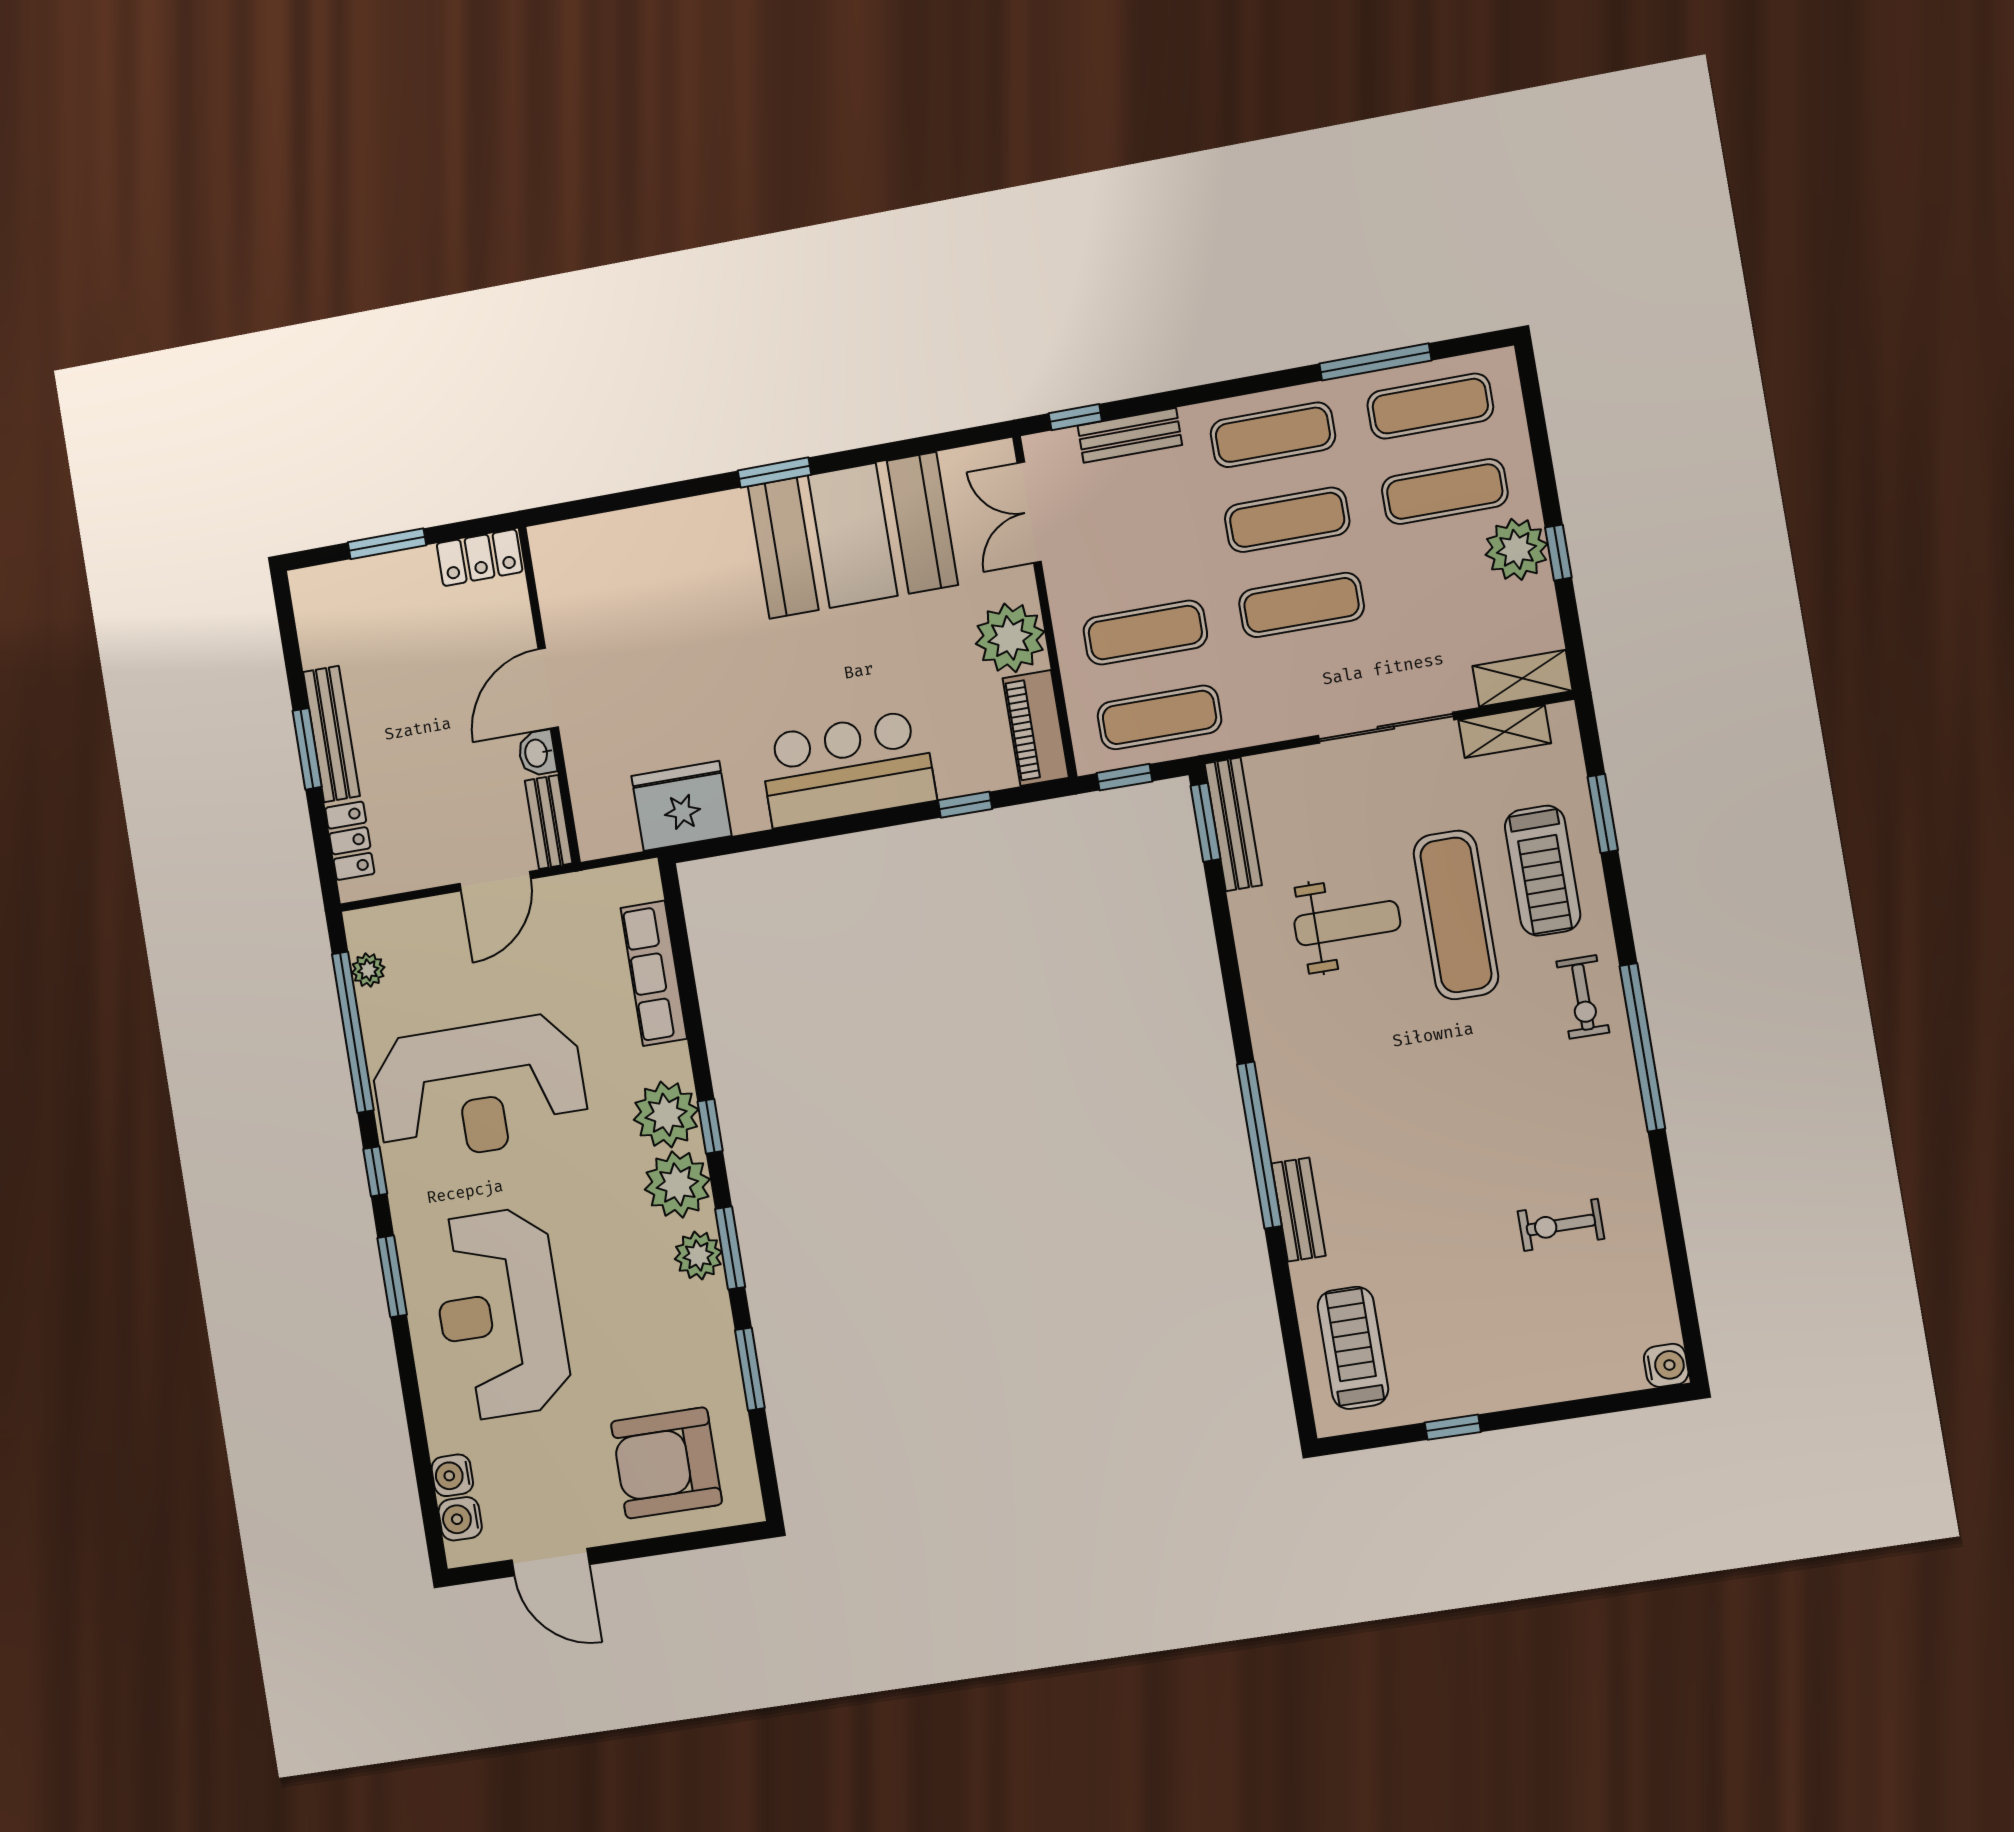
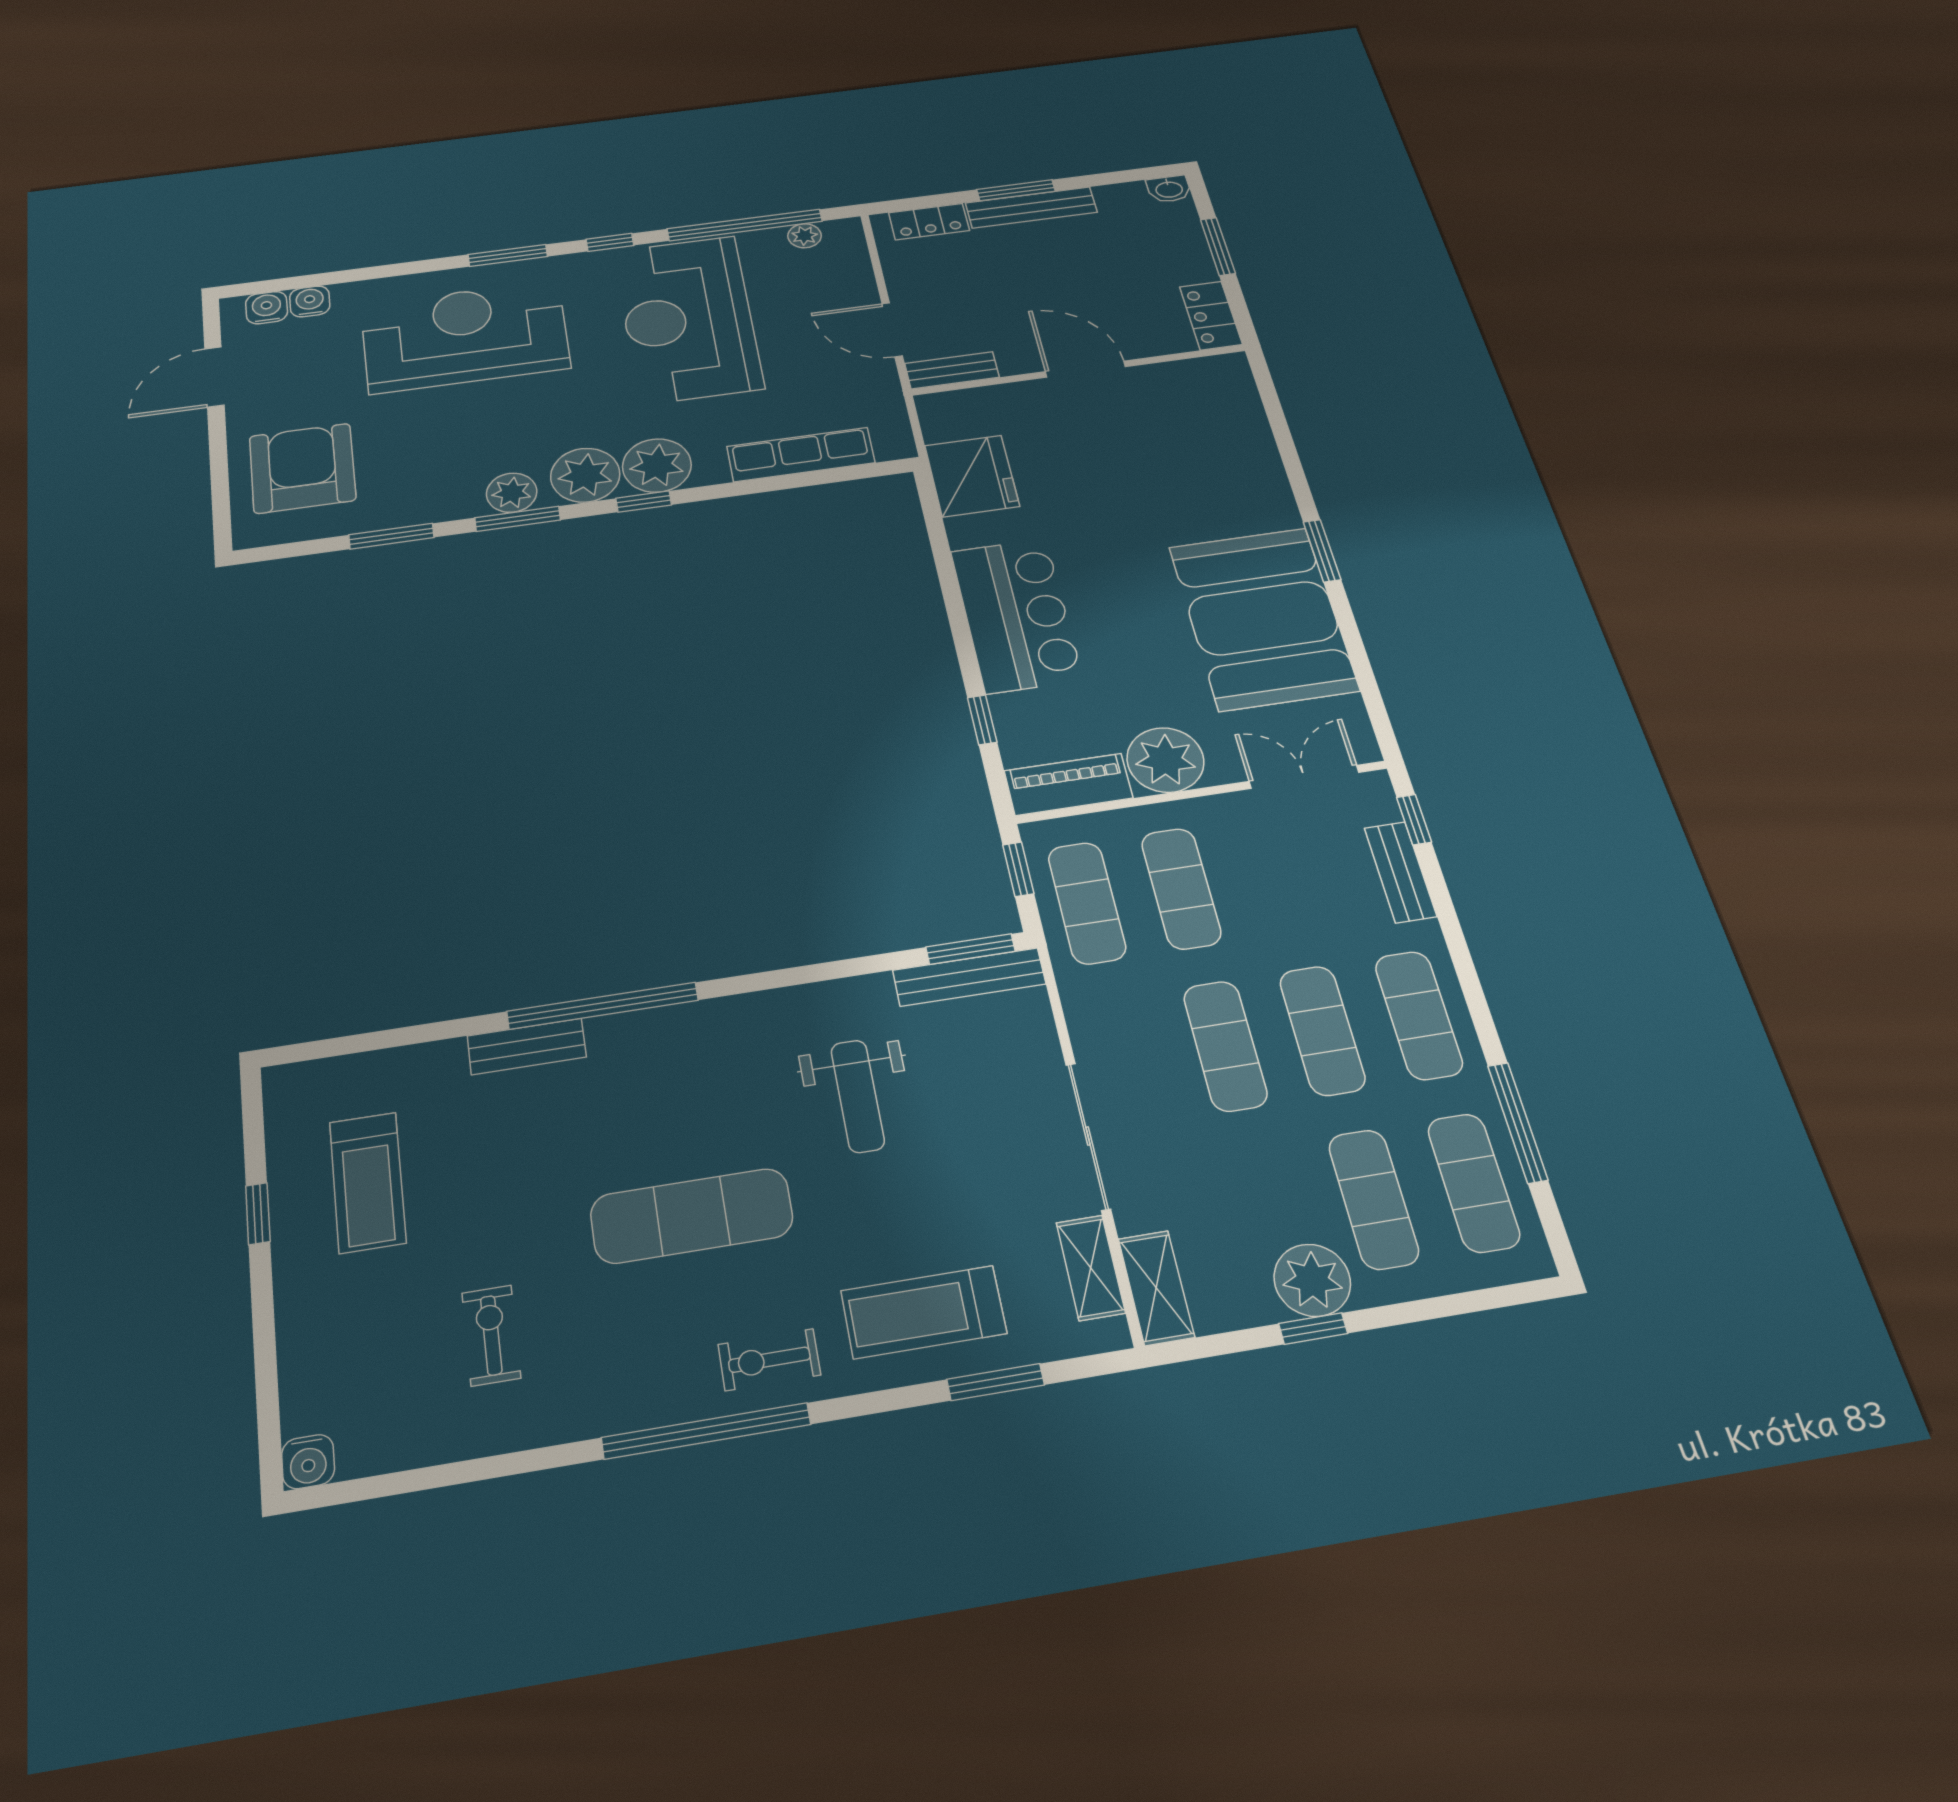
washbasin: (537, 753) -> (1169, 189), moved, turned 180
exercise mat: (1456, 915) -> (692, 1216), moved
treadmill: (1353, 1348) -> (368, 1182), moved, turned 90

